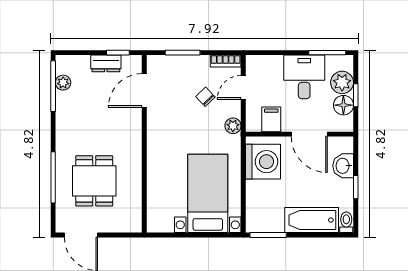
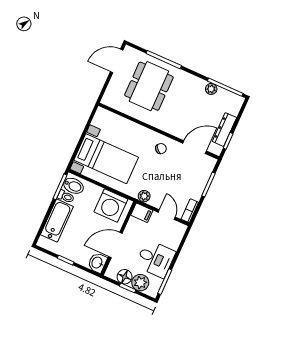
dresser: (106, 63) -> (224, 130), width x1.44
plant: (63, 83) -> (211, 89), moved
door: (144, 91) -> (195, 147), hinge flipped
chair: (205, 97) -> (161, 149), moved
filing cabinet: (271, 119) -> (142, 213), moved
washbasin: (343, 166) -> (97, 263), moved, turned -90
dining table: (94, 181) -> (149, 86), width x1.38
bidet: (259, 219) -> (73, 186), added
toilet: (346, 222) -> (66, 197), moved

